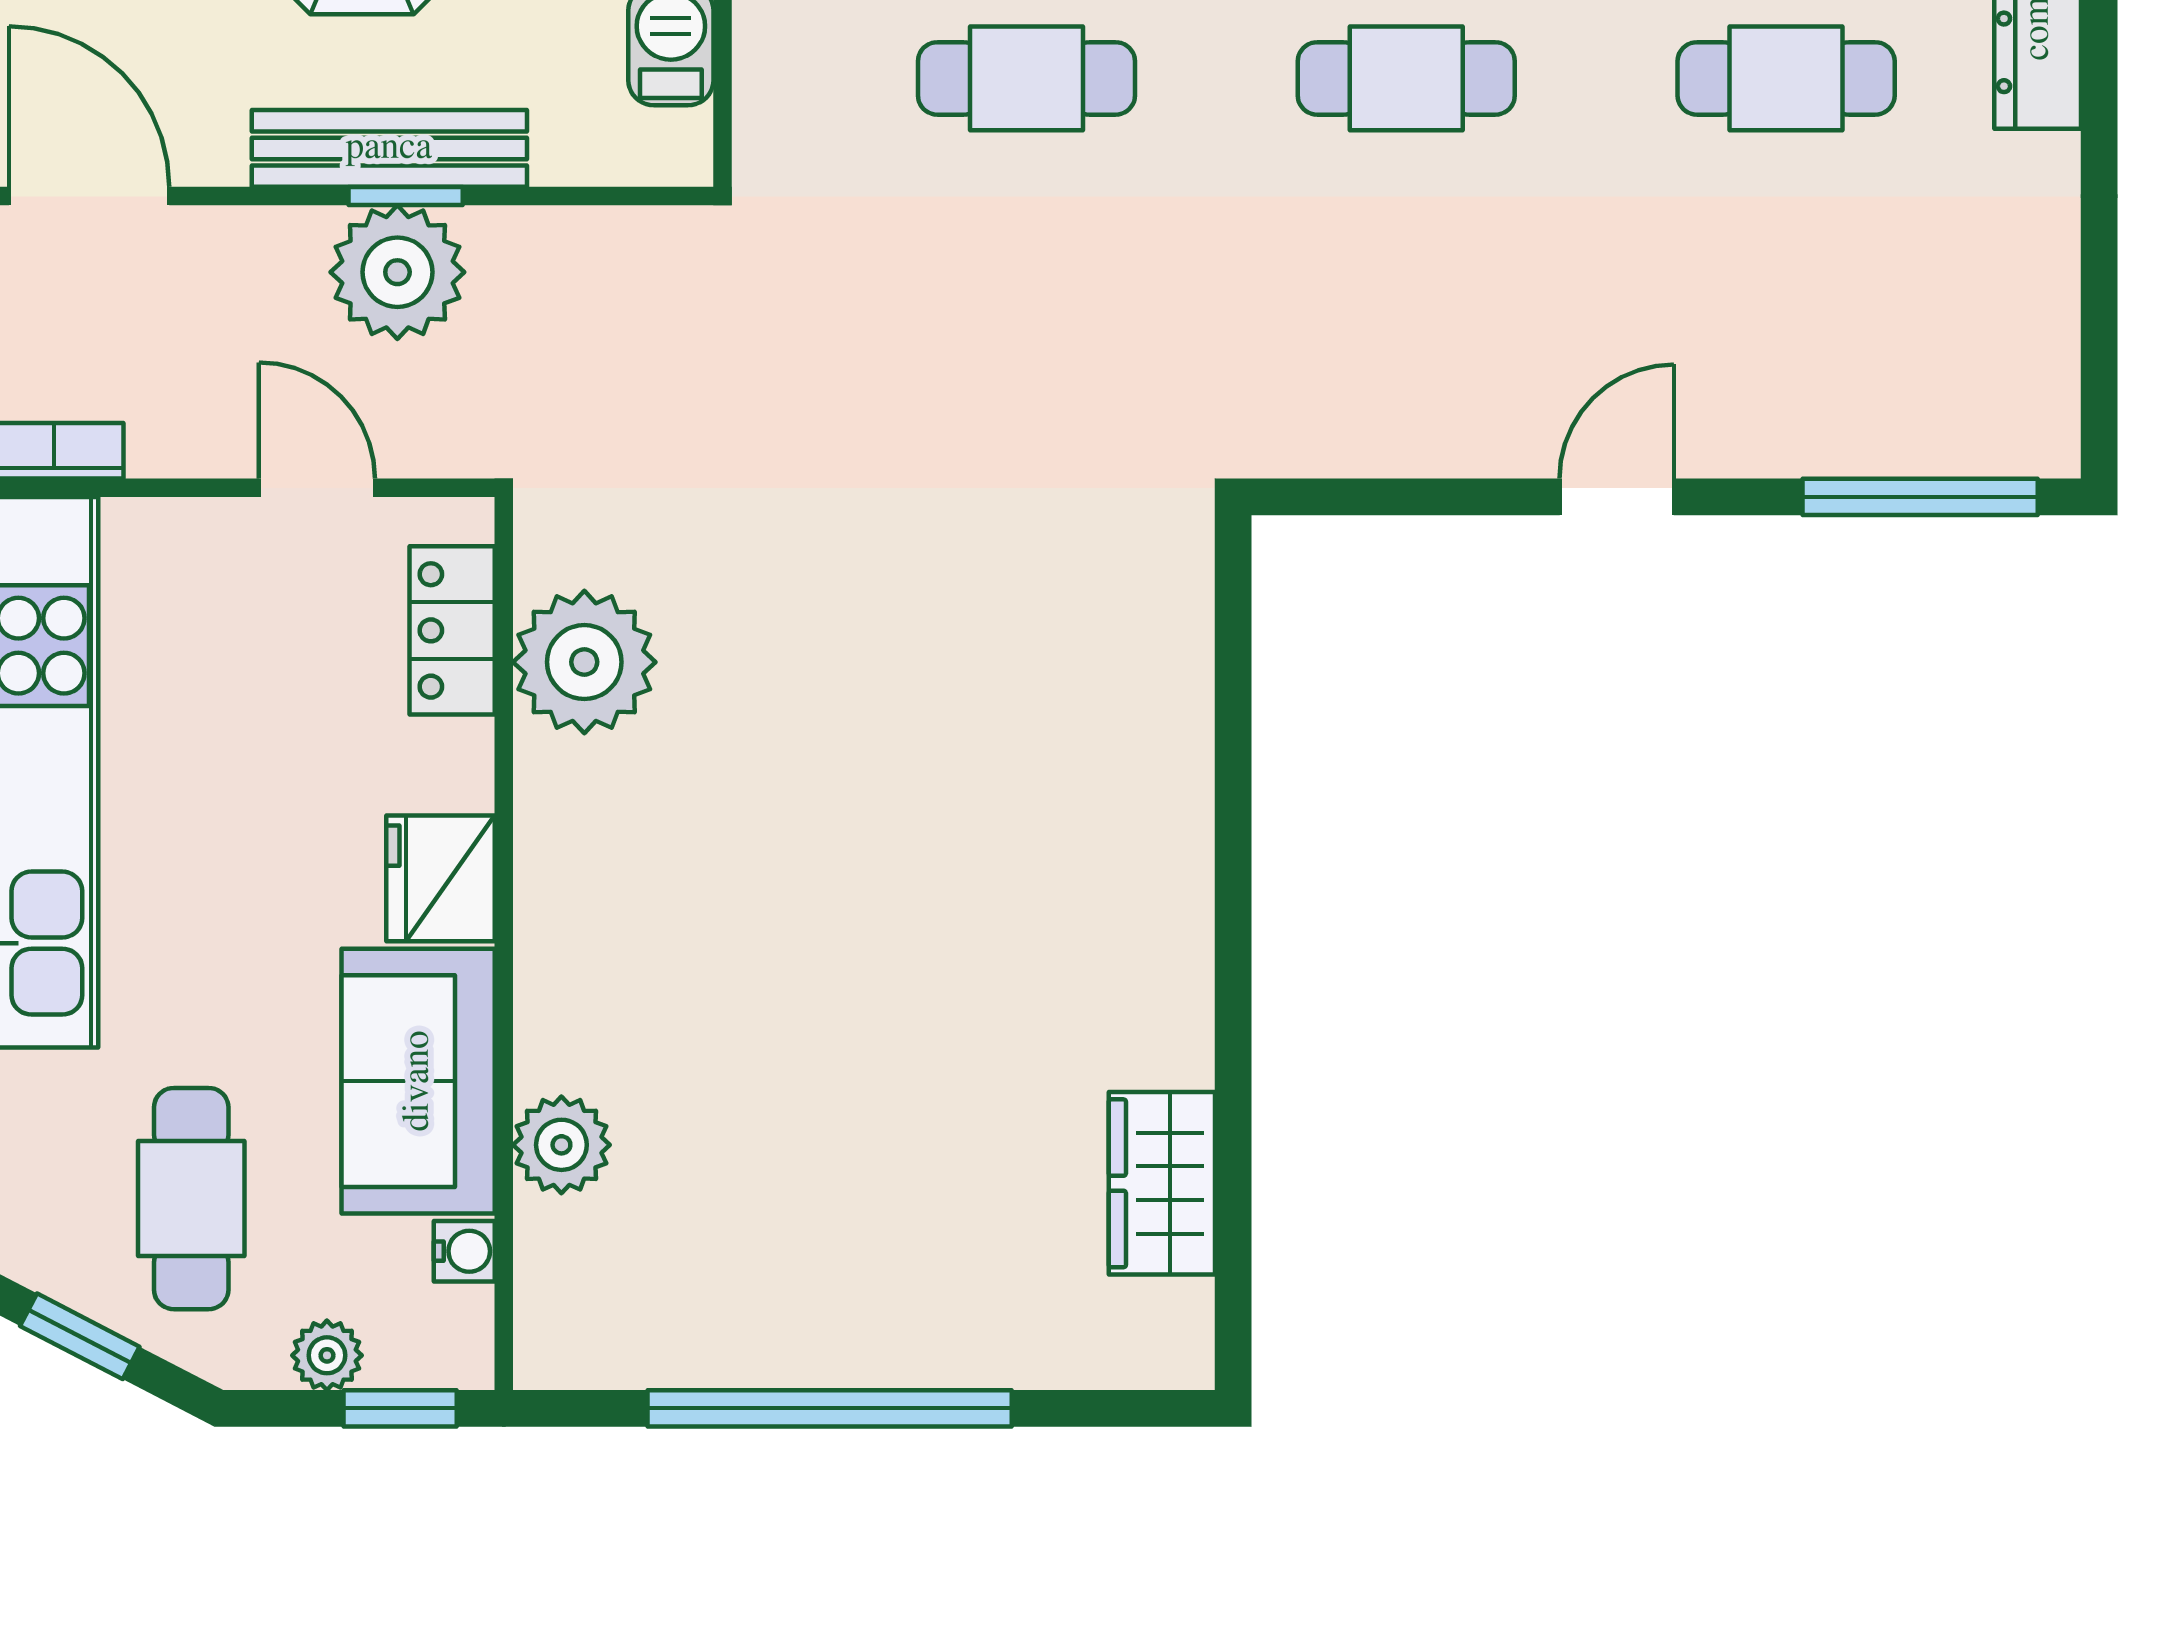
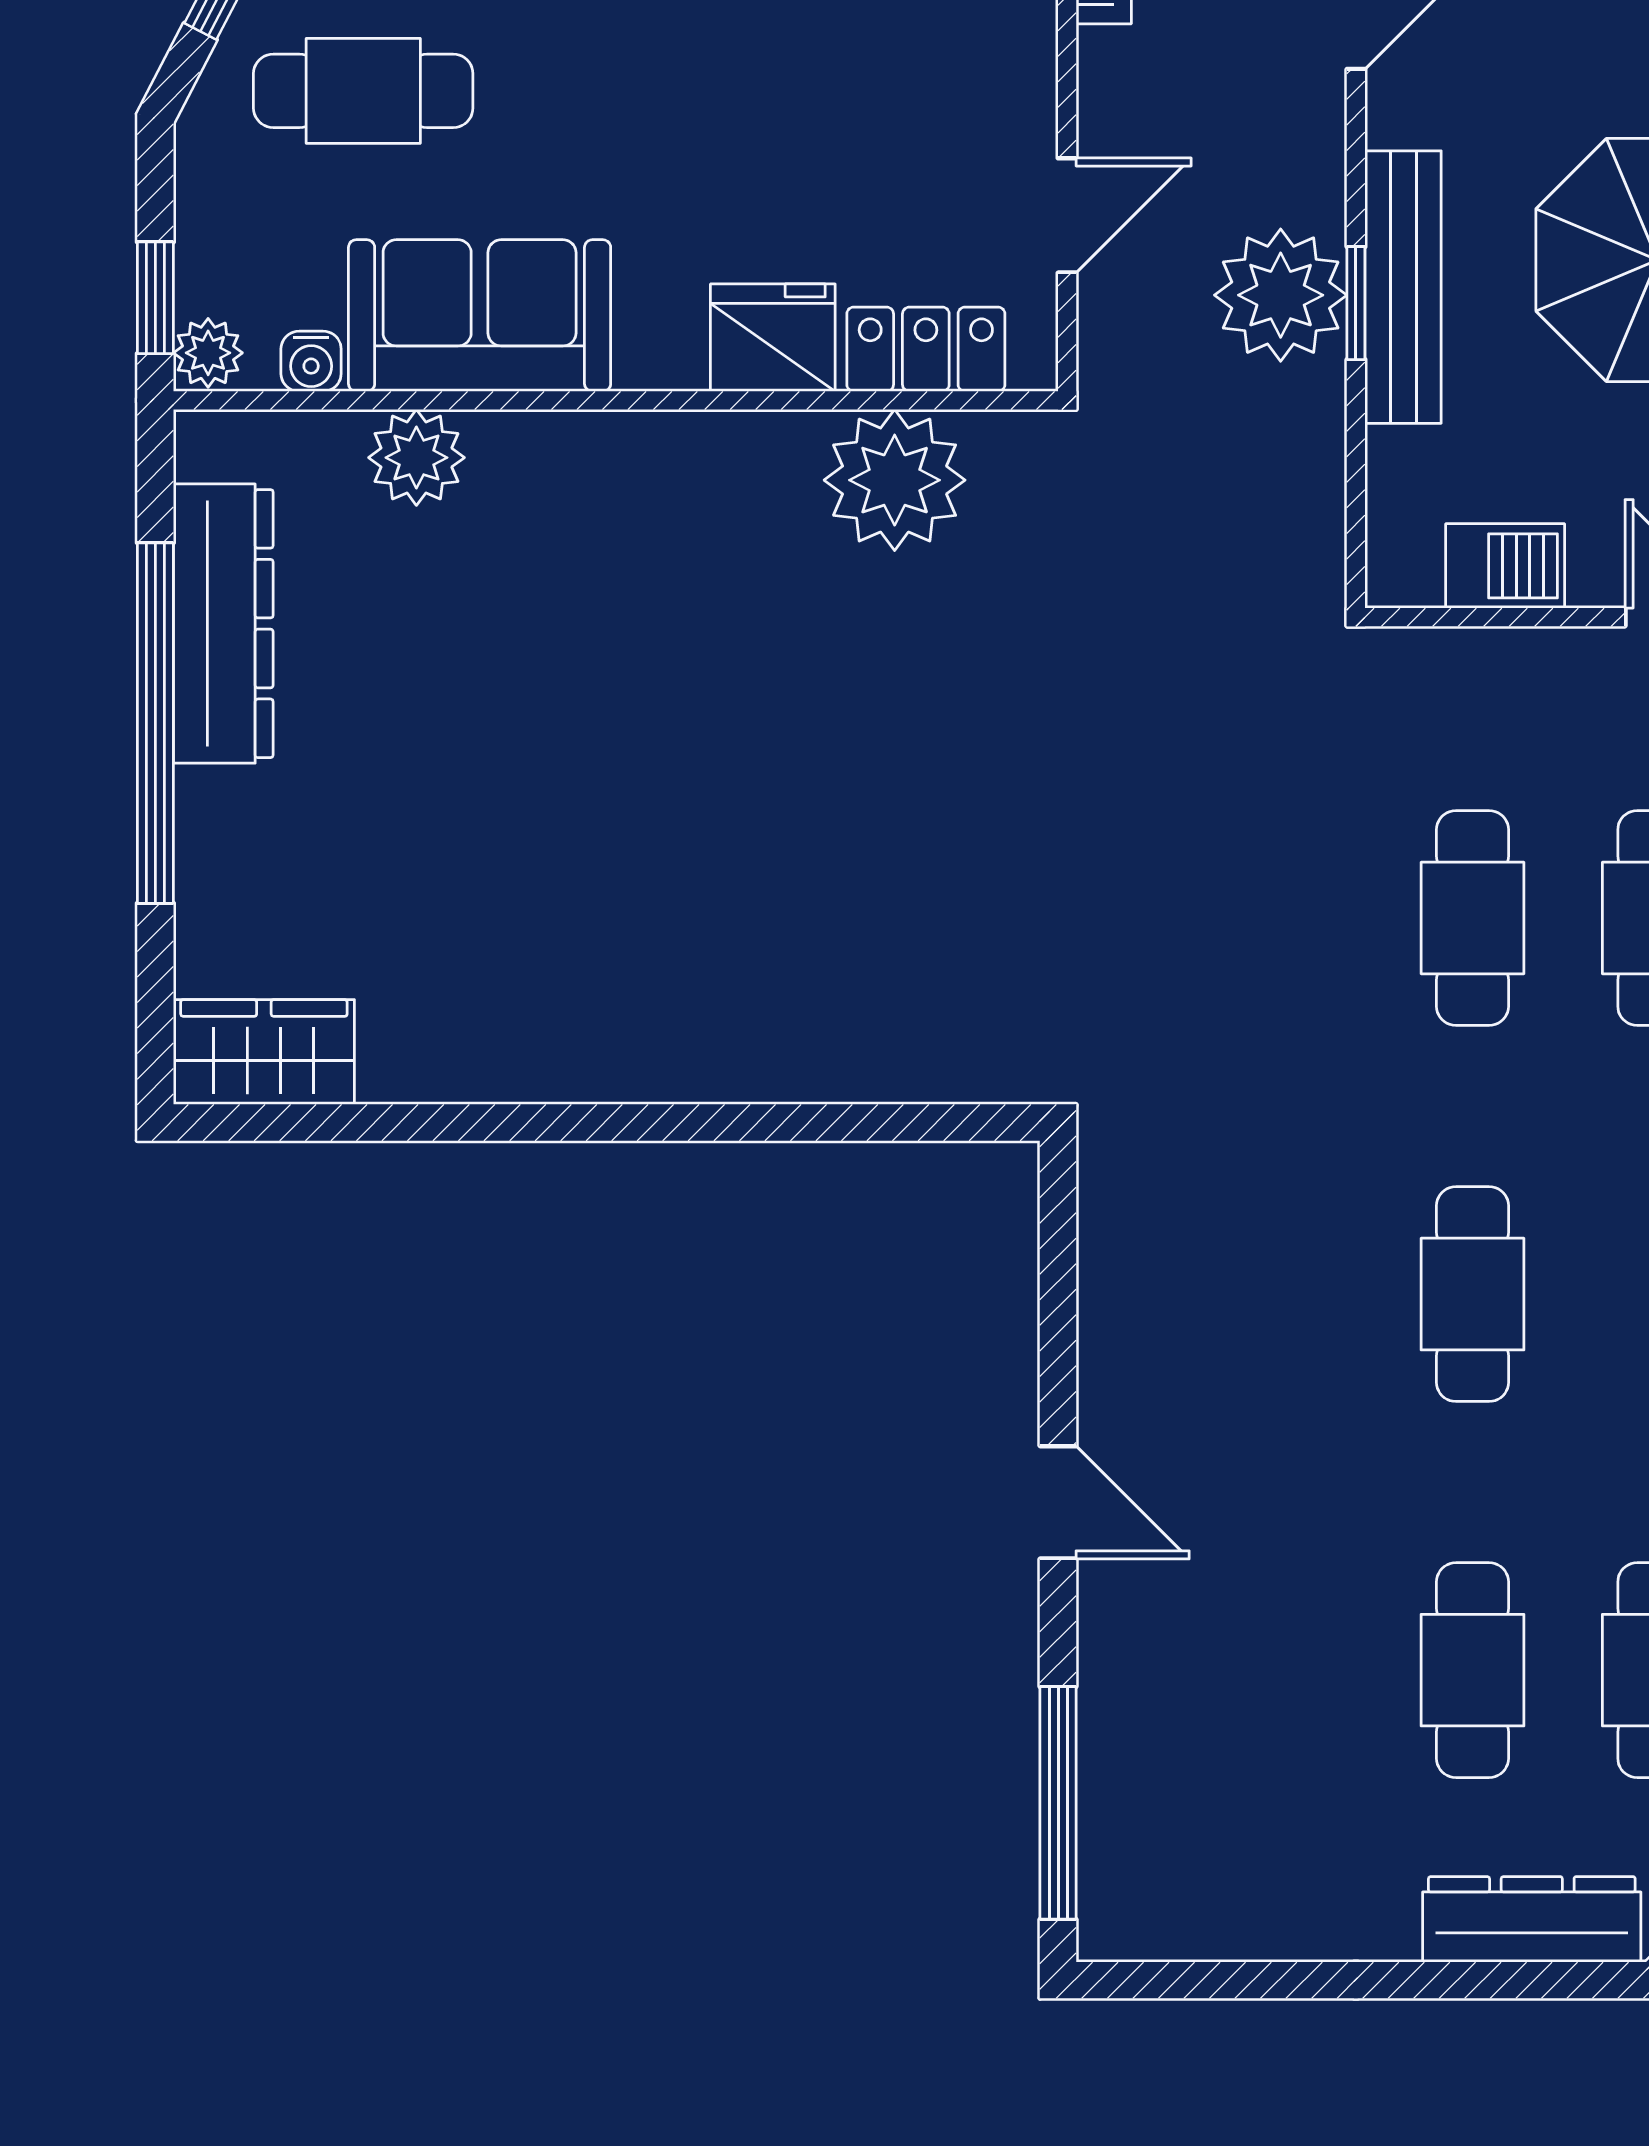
fridge: (440, 878) -> (773, 338), moved
wardrobe: (1162, 1183) -> (264, 1052), moved
dresser: (729, 1340) -> (223, 624), added
plant: (327, 1355) -> (208, 353), moved

